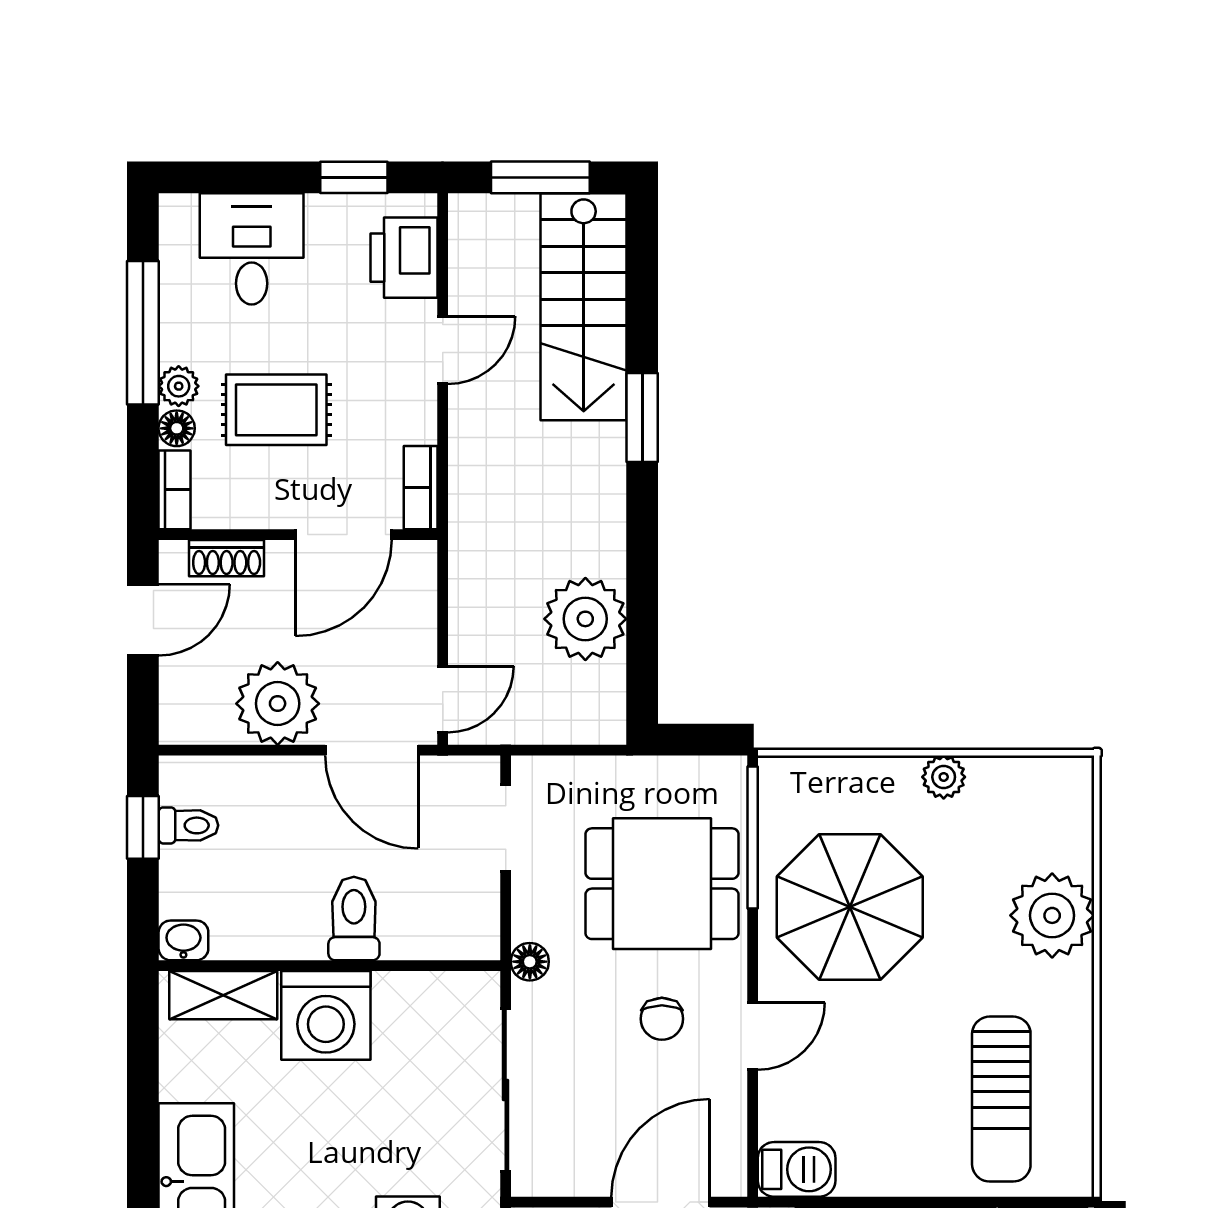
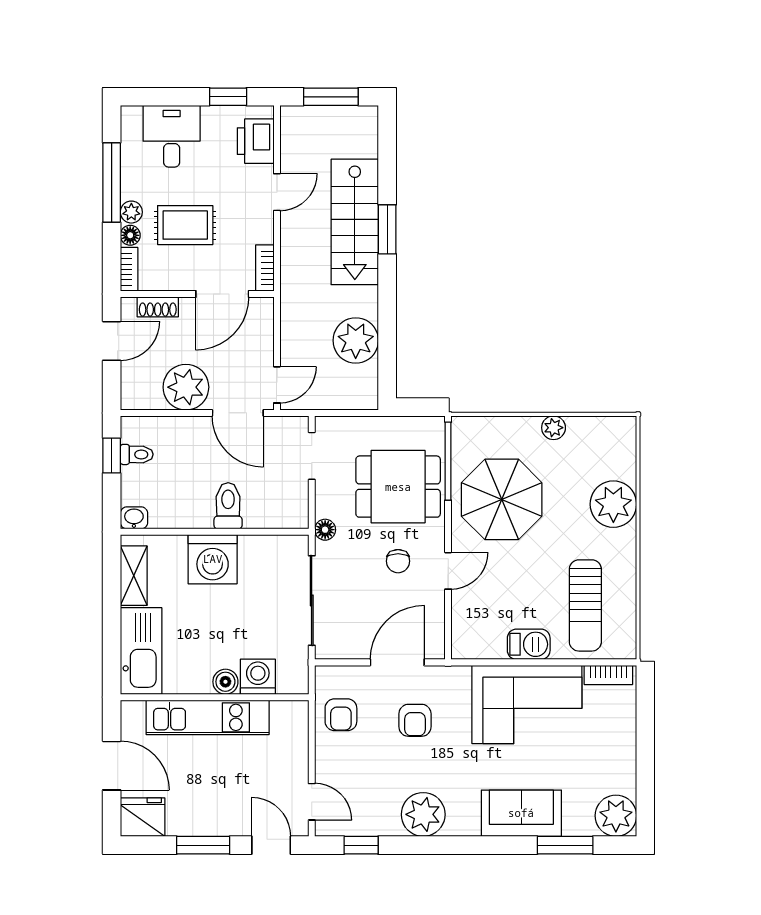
stairs: (584, 307) -> (355, 222), moved
shelving: (223, 995) -> (134, 576), moved, turned 90
barbecue: (797, 1169) -> (529, 644), moved

